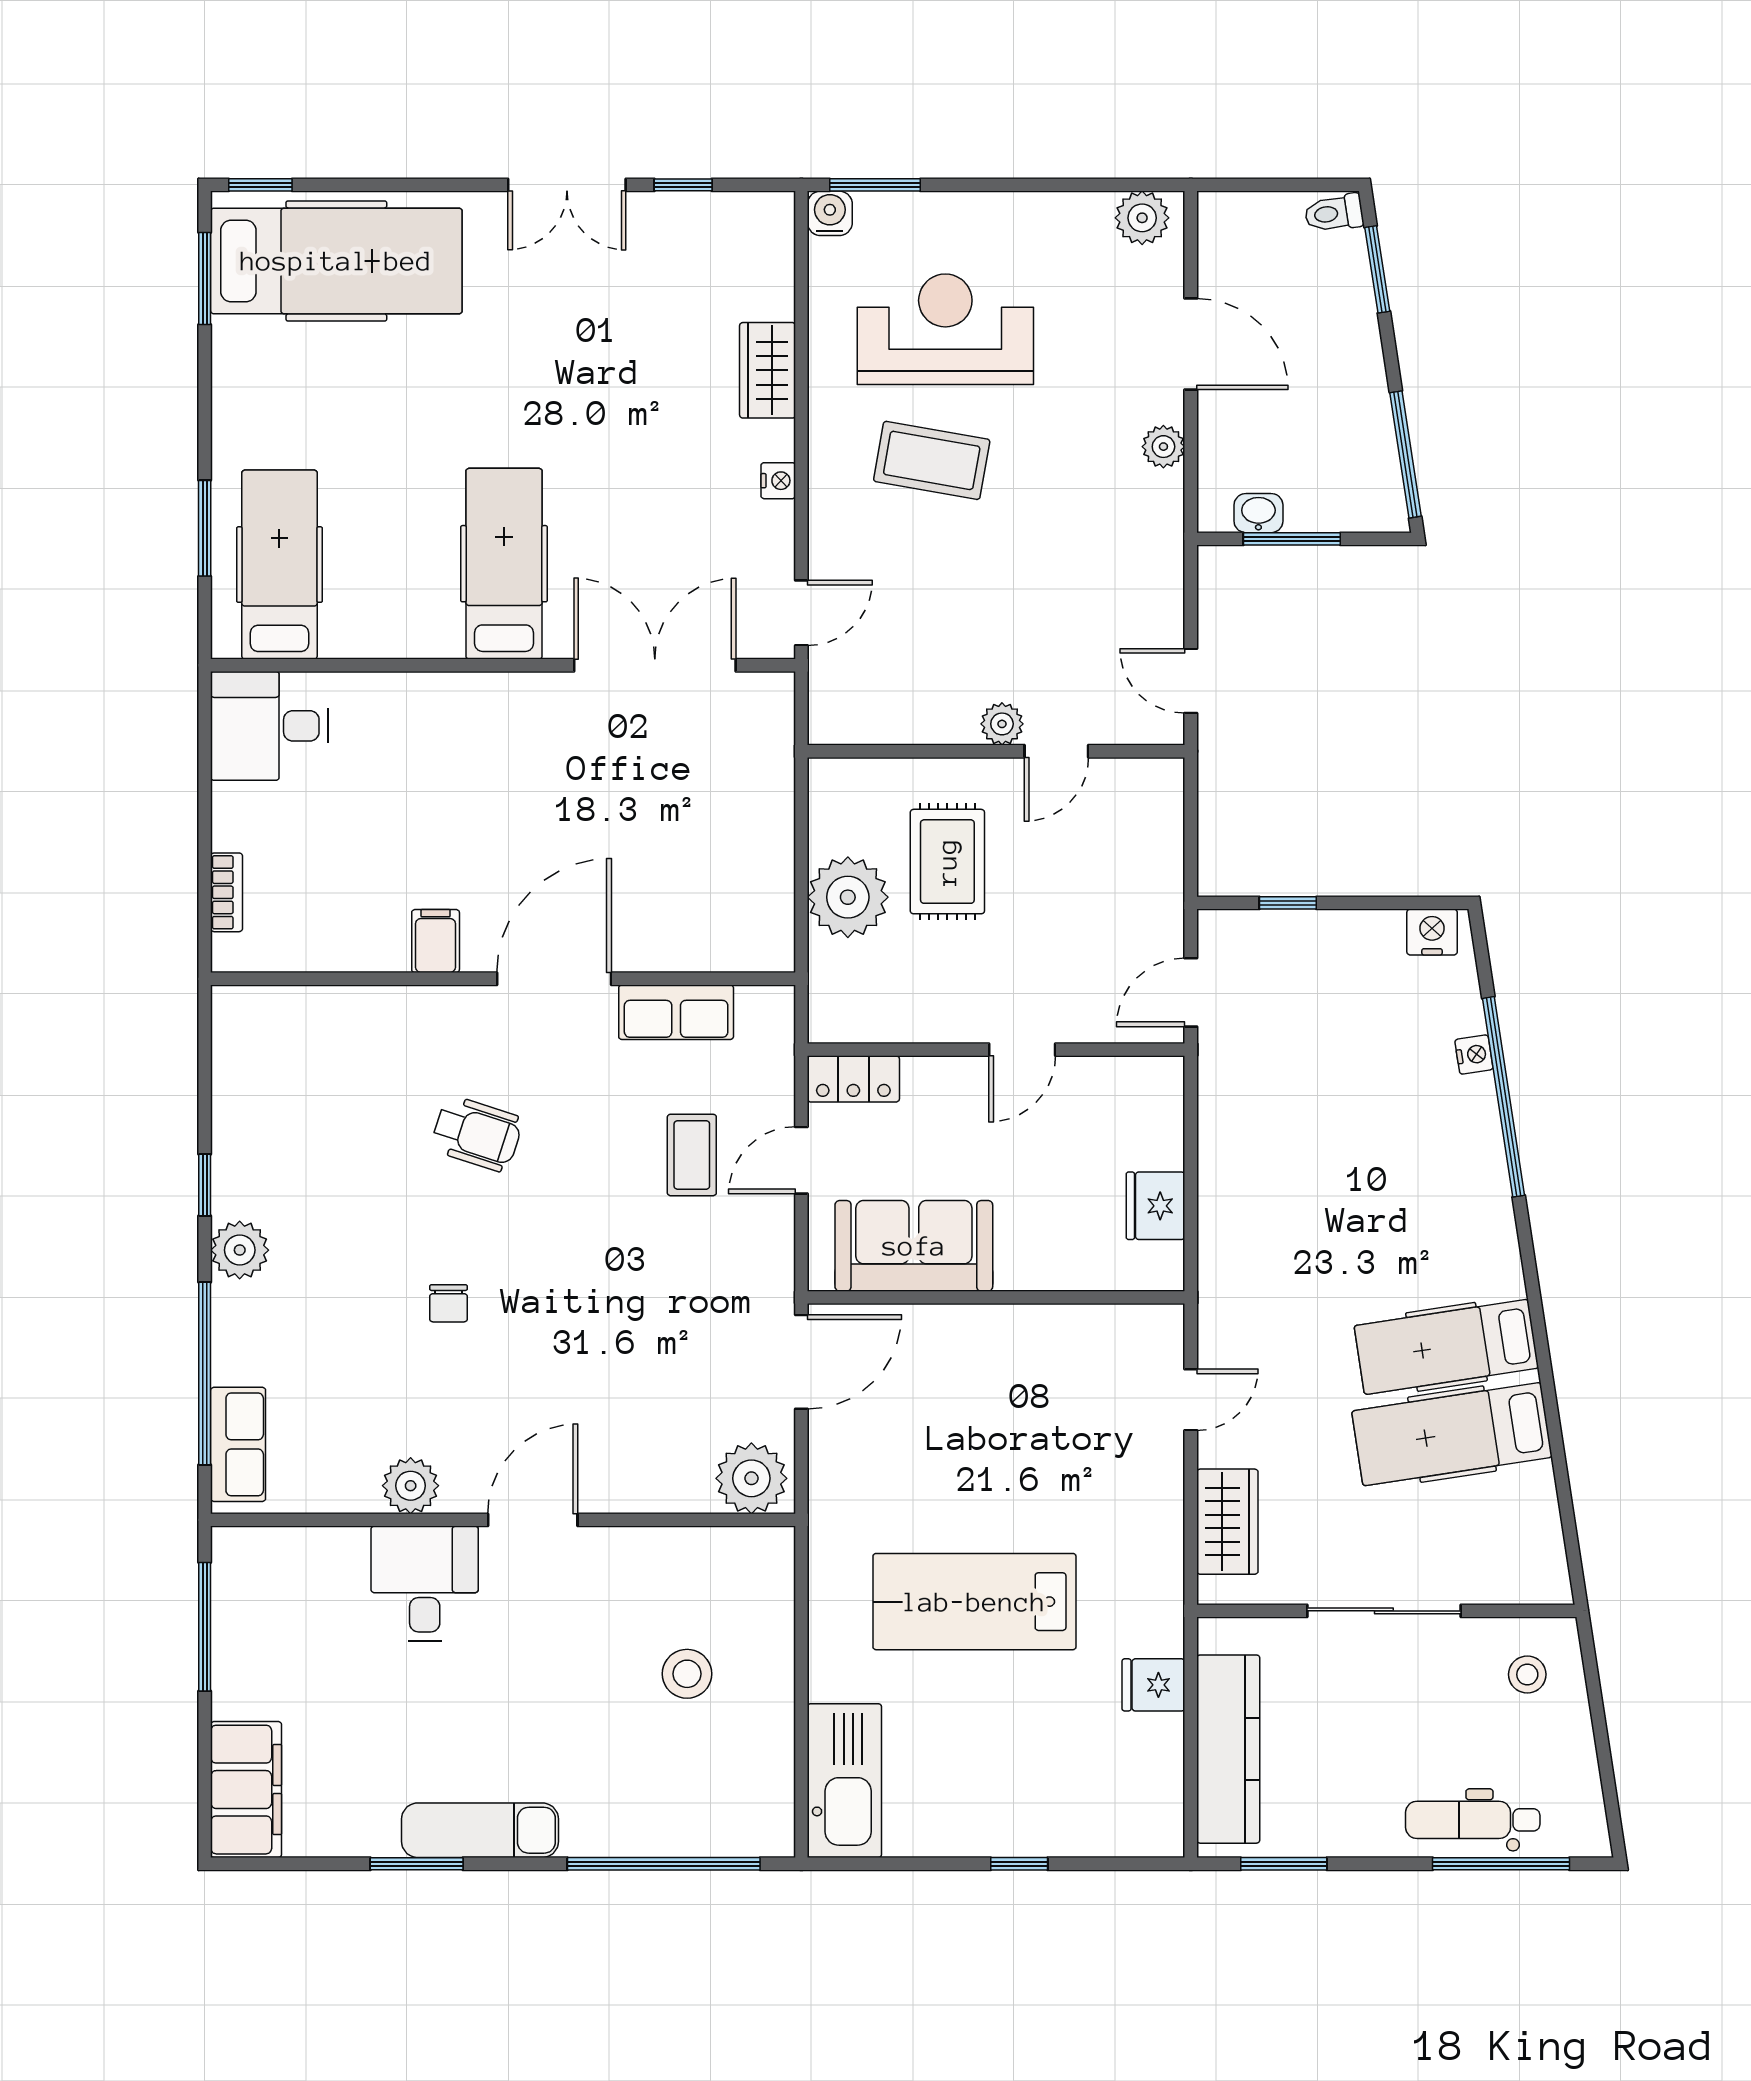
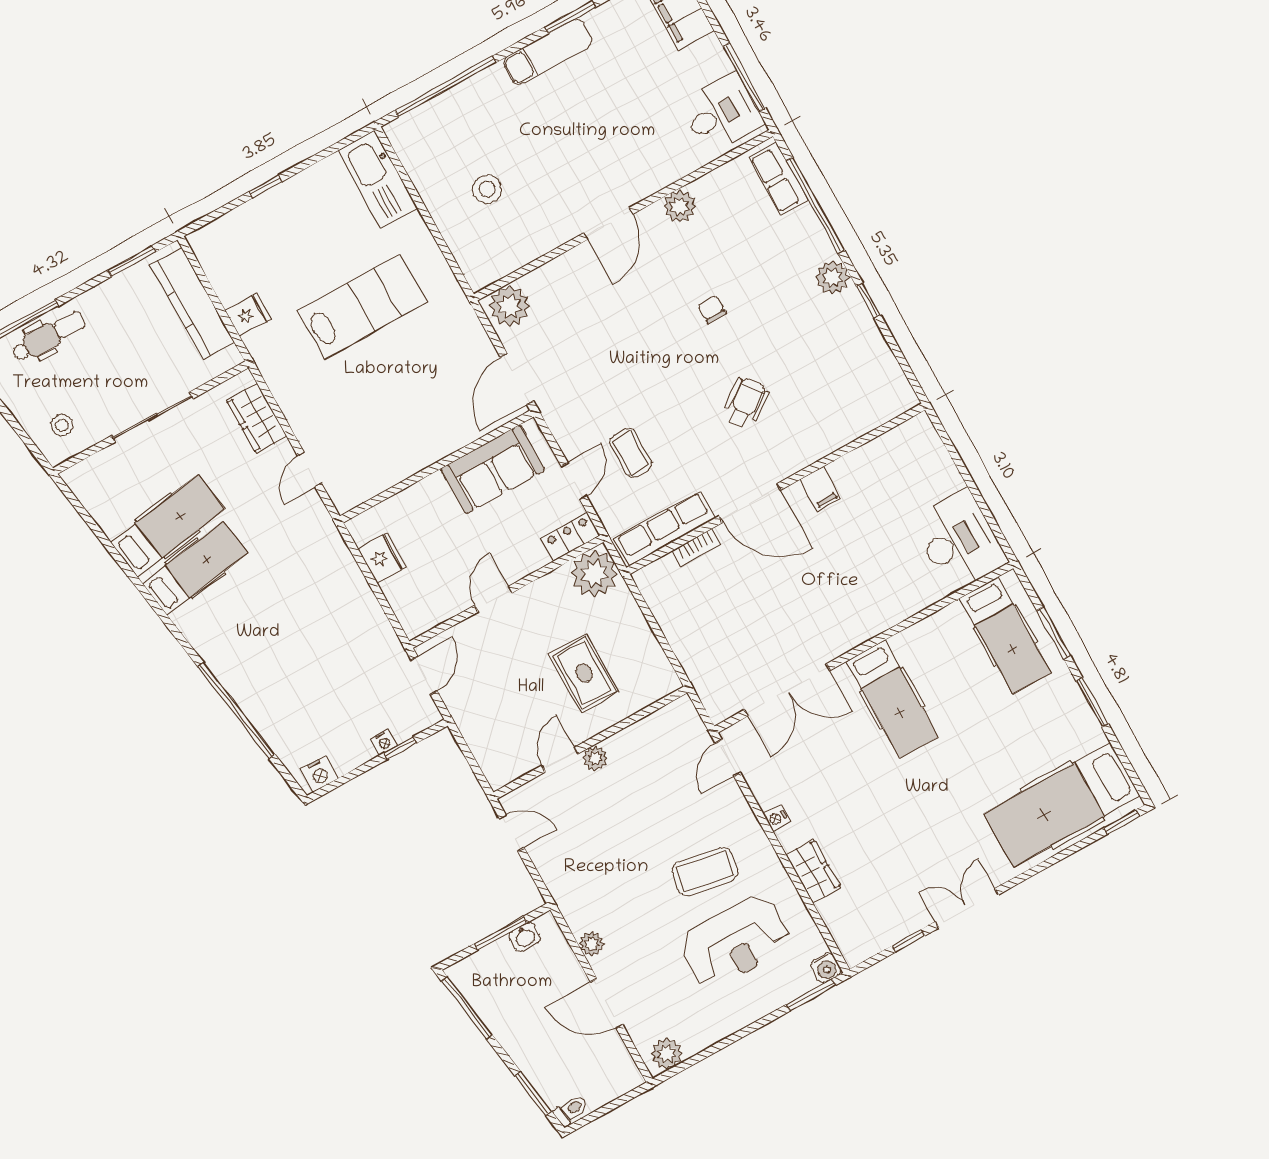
window: (205, 279) -> (1092, 702), moved
desk: (270, 726) -> (959, 541), width x1.37
bookcase: (227, 892) -> (696, 547), moved, turned -90
plant: (848, 897) -> (594, 573), moved
door: (554, 979) -> (750, 503), hinge flipped
row of seats: (676, 1012) -> (665, 528), width x1.48
nightstand: (1474, 1055) -> (384, 742), moved, turned -81
wheelchair: (477, 1134) -> (745, 403), turned 126
desk: (425, 1584) -> (722, 113), moved, turned -90

